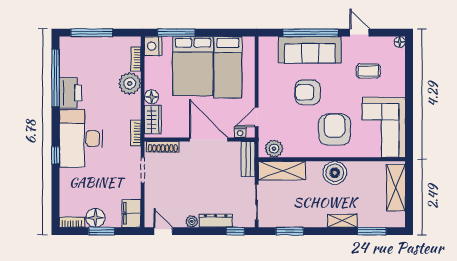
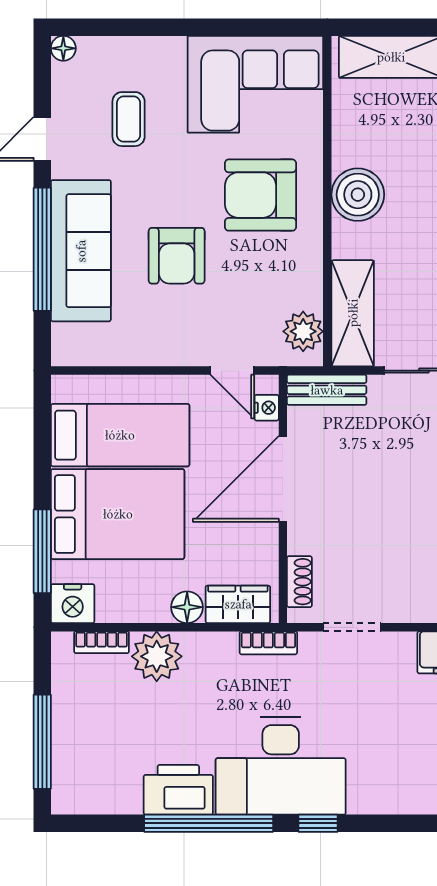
window: (56, 78) -> (209, 823), moved
shoe rack: (163, 147) -> (299, 582), width x0.70

